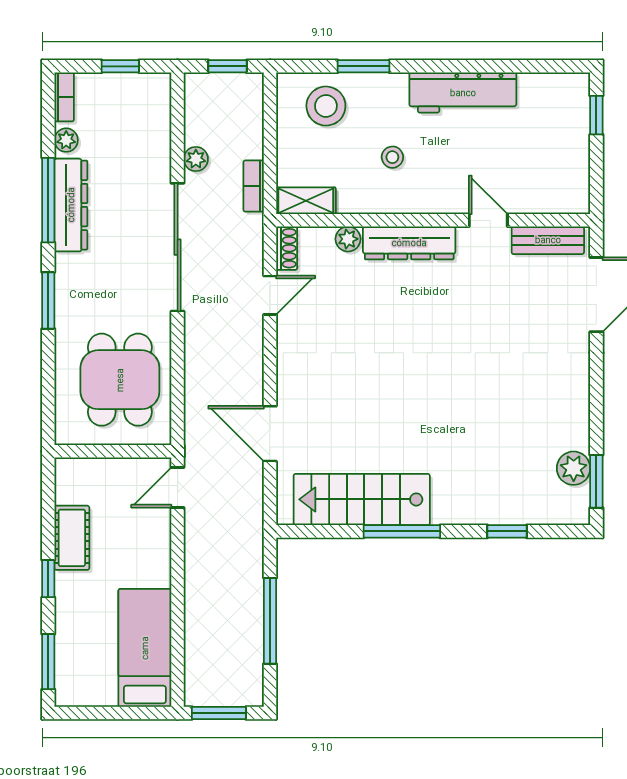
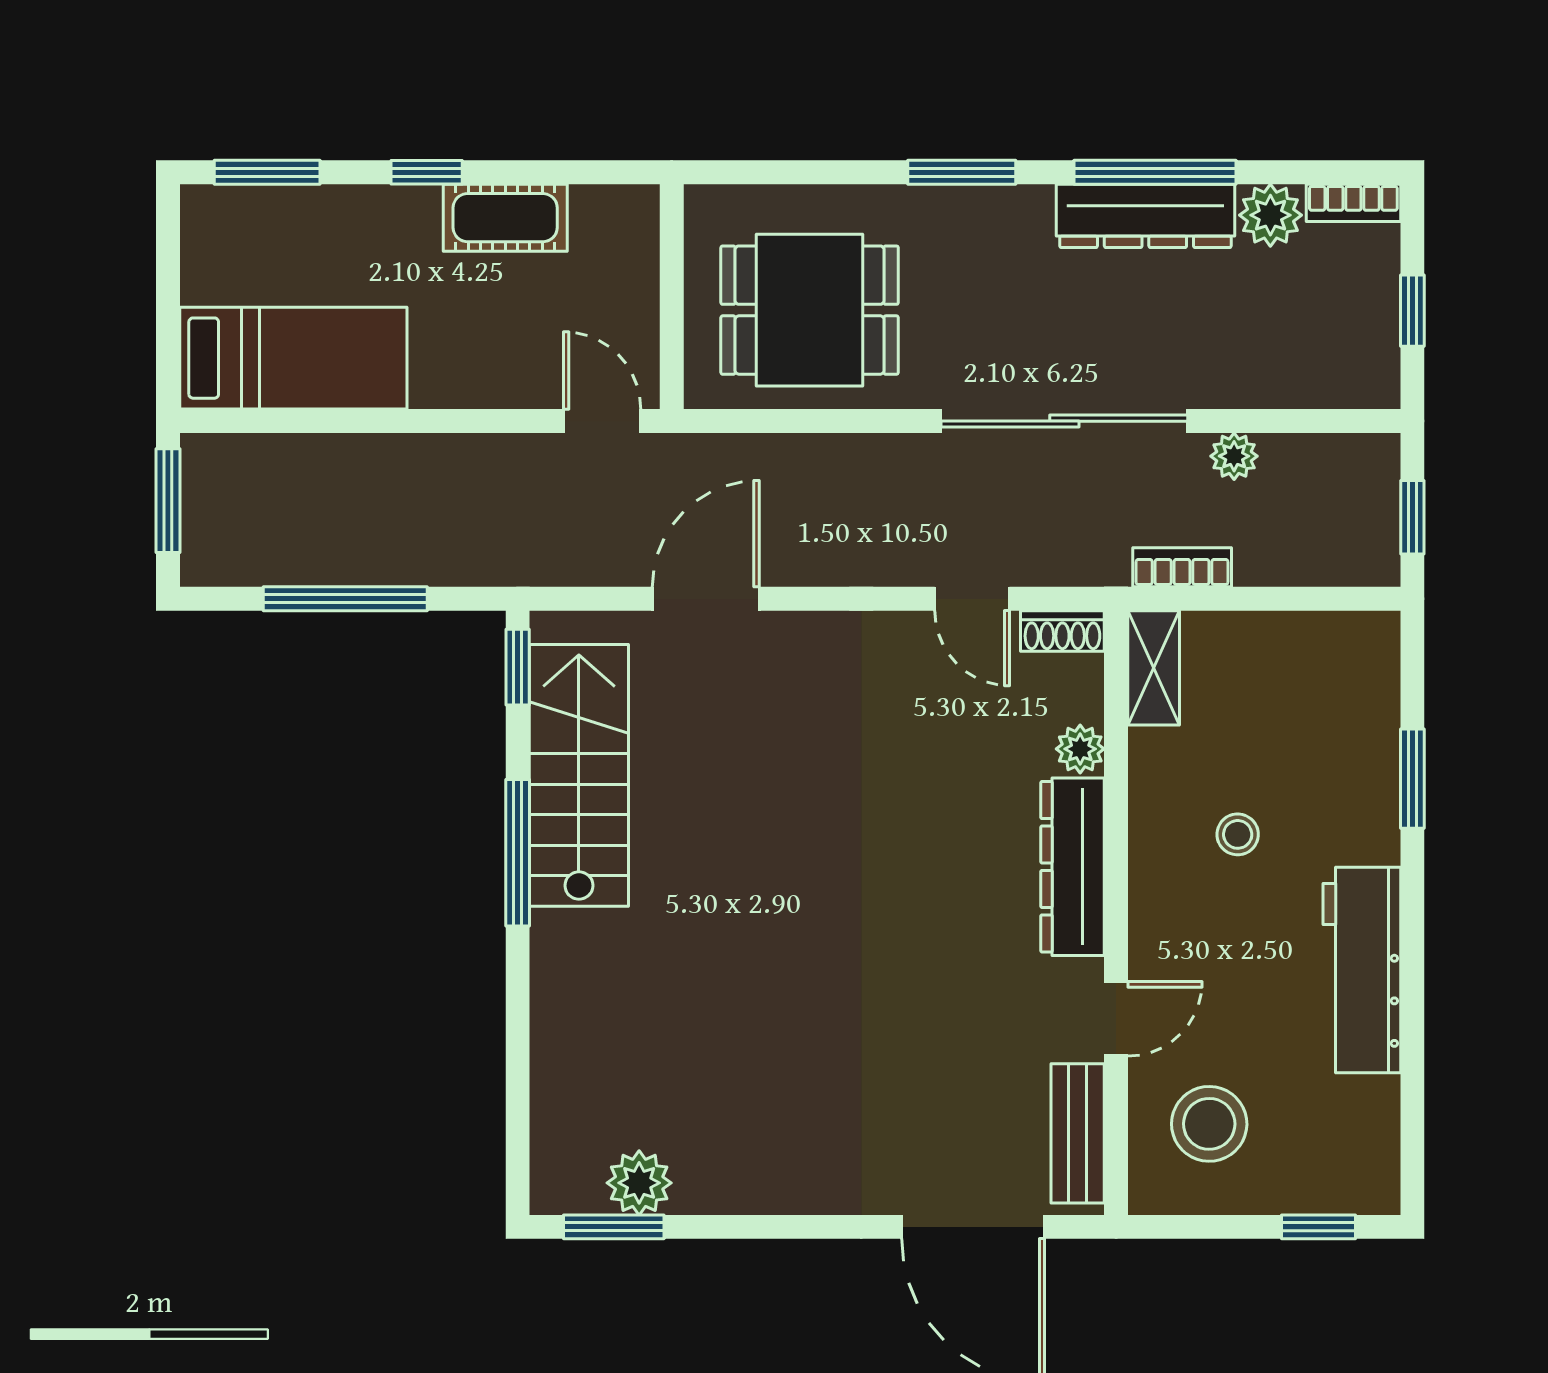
stool: (326, 106) -> (1209, 1124), moved
plant: (66, 140) -> (1270, 215), width x1.38, depth x1.38
window: (507, 531) -> (518, 667), moved

